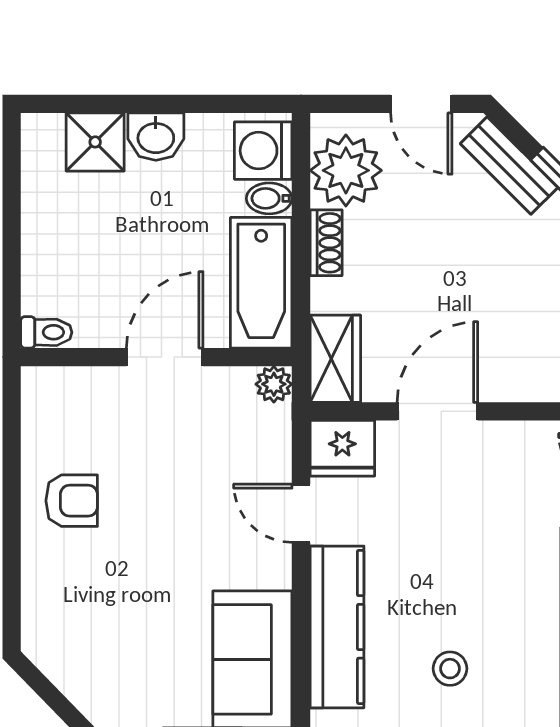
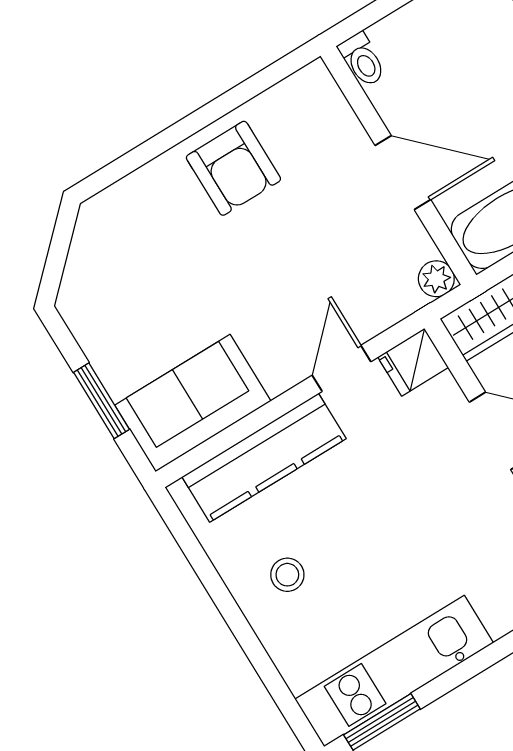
fridge: (342, 448) -> (413, 362), width x0.72
armchair: (72, 501) -> (233, 168), width x1.38, depth x1.38

